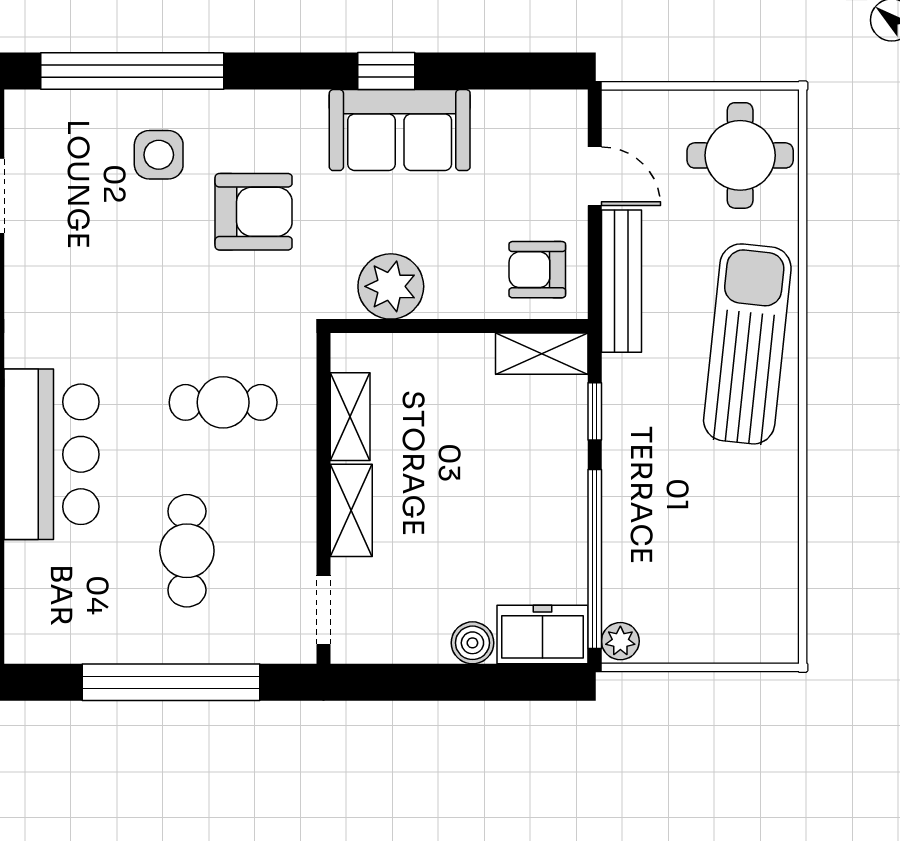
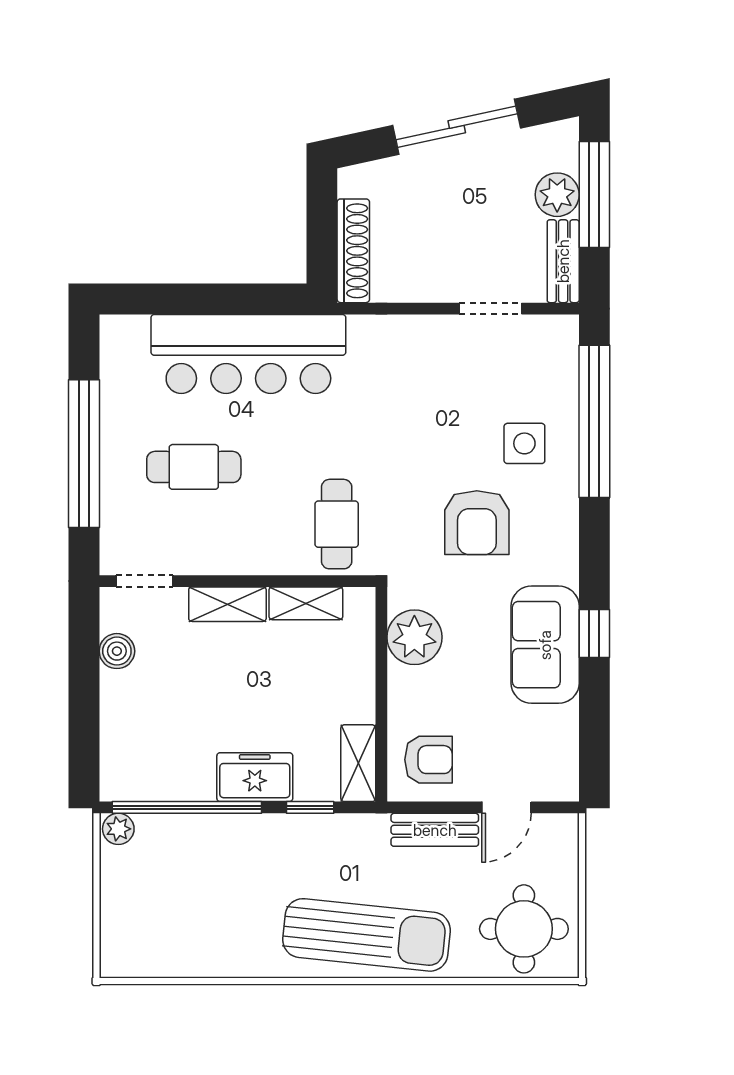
armchair: (537, 270) -> (429, 760), turned 90
bench: (621, 281) -> (435, 830), width x0.73
cafe table: (223, 402) -> (337, 524), moved
bar counter: (51, 454) -> (248, 354), width x1.36
freezer: (542, 634) -> (255, 777), moved, turned -90
boiler: (472, 643) -> (117, 651), moved

